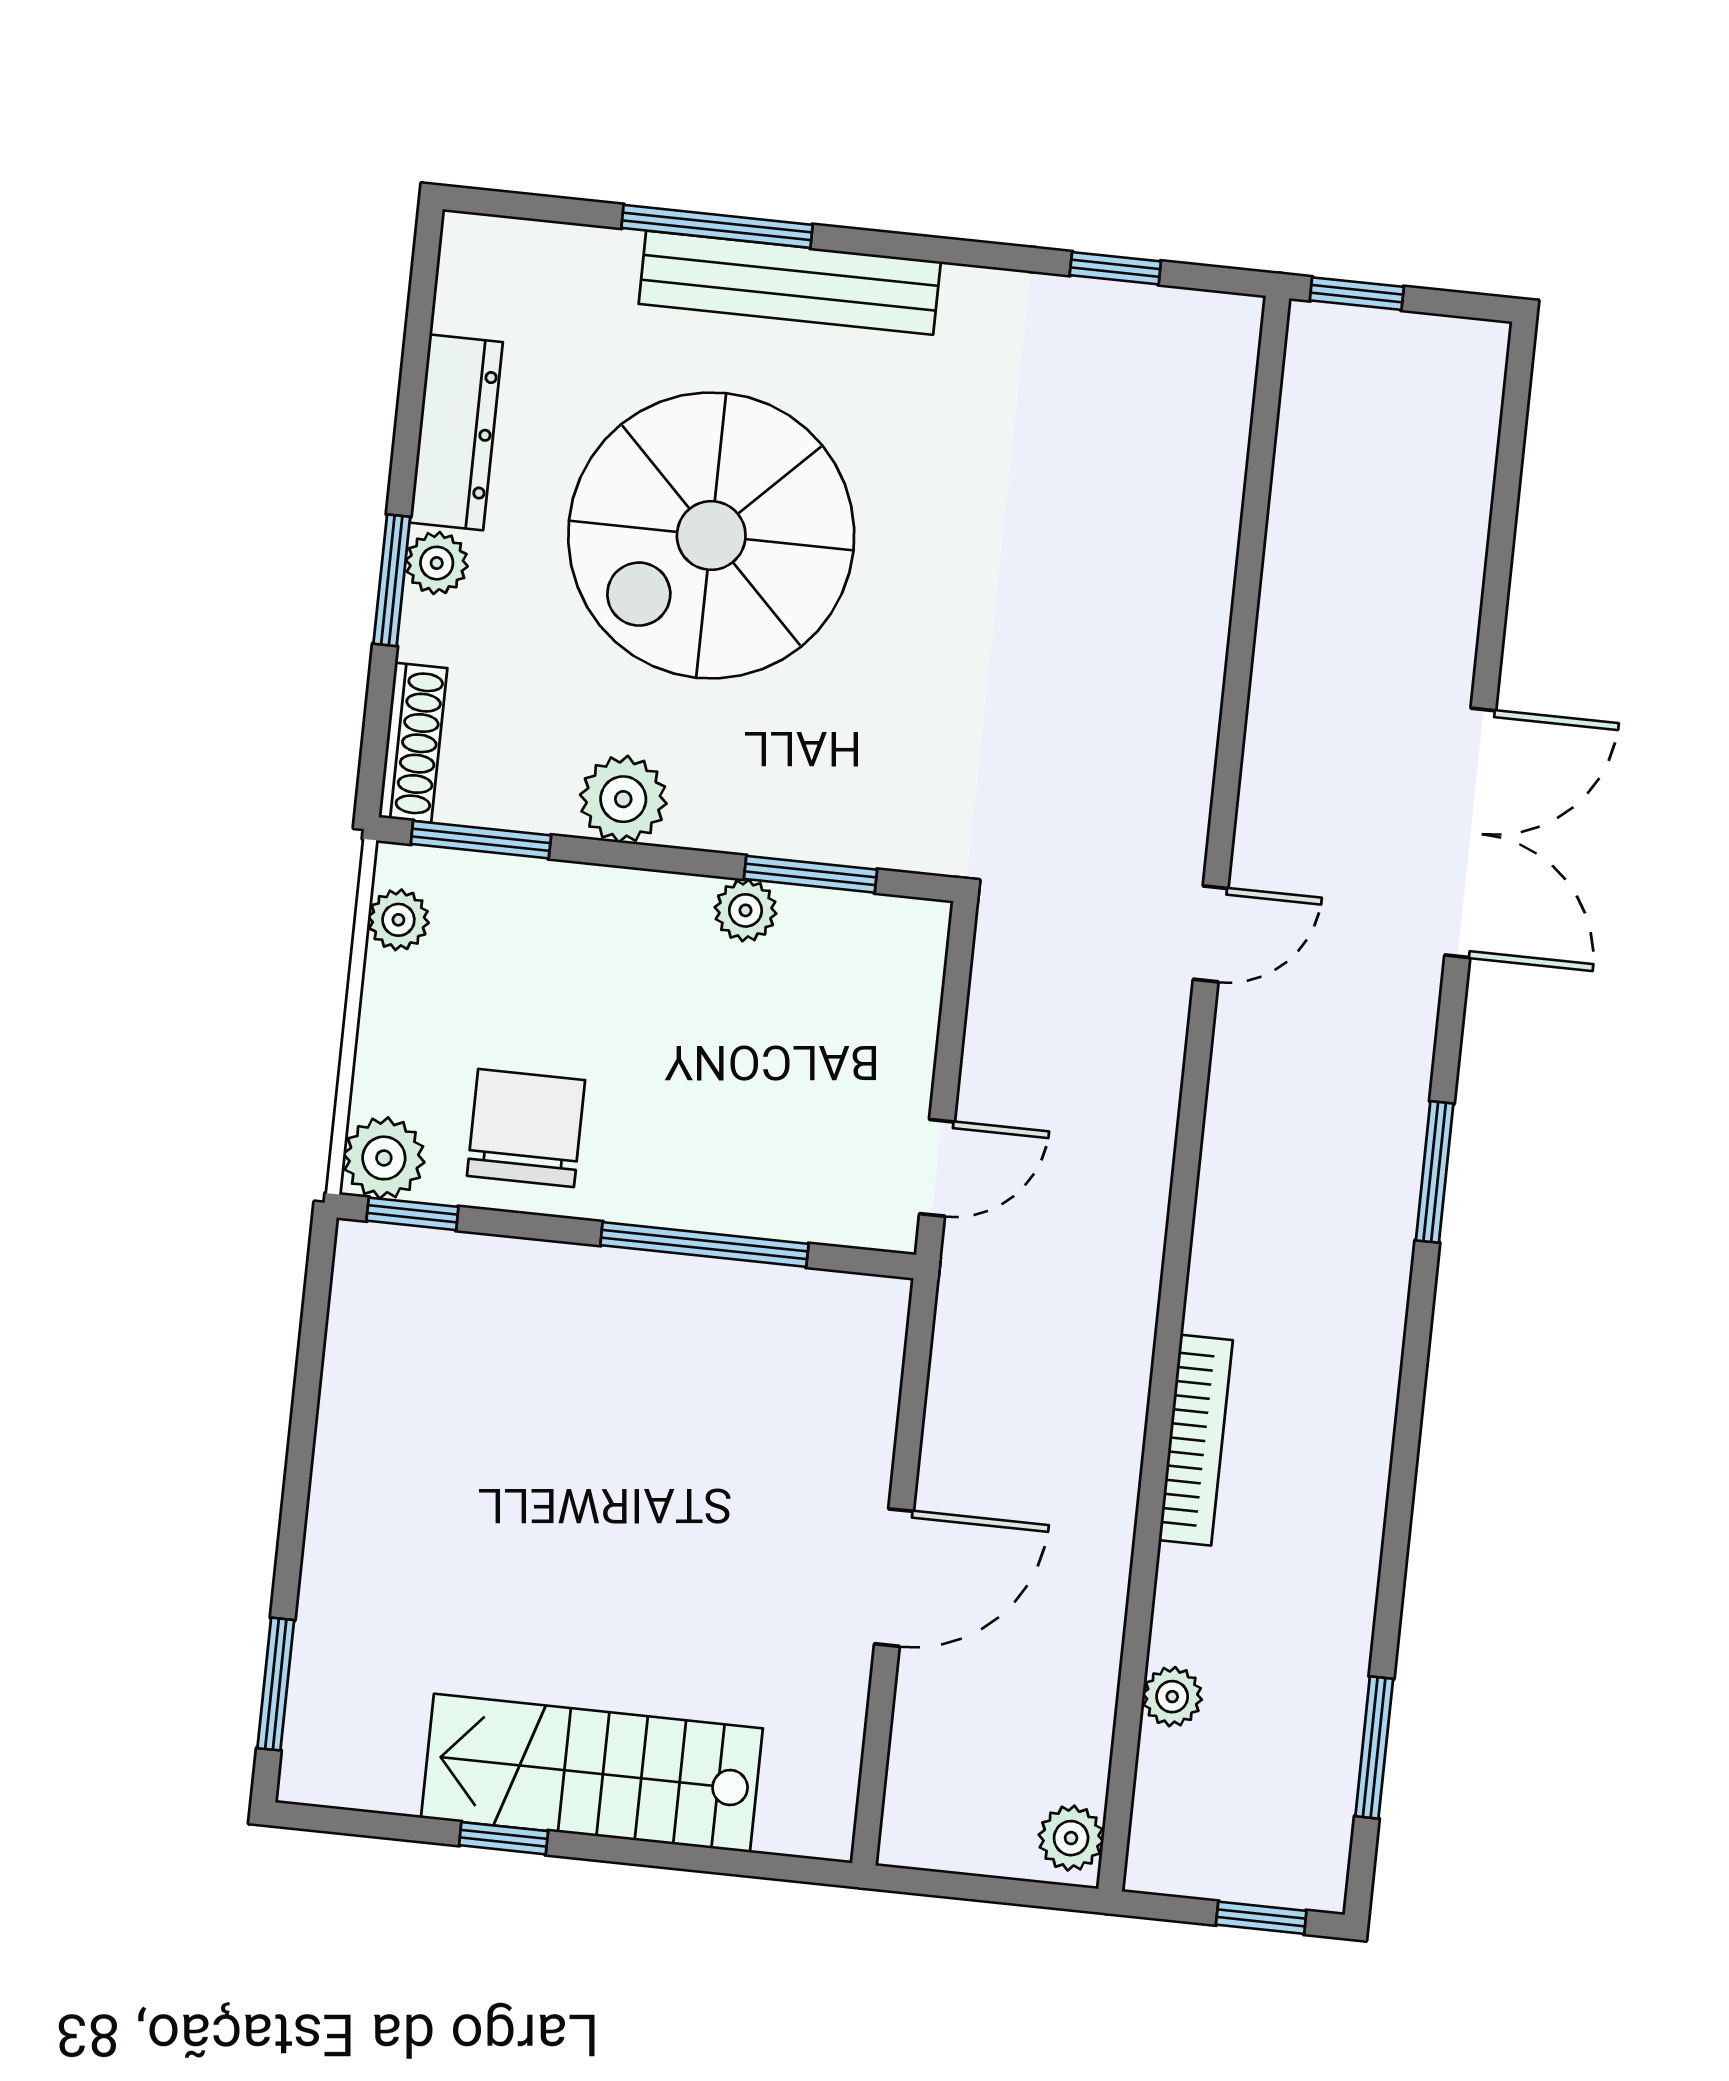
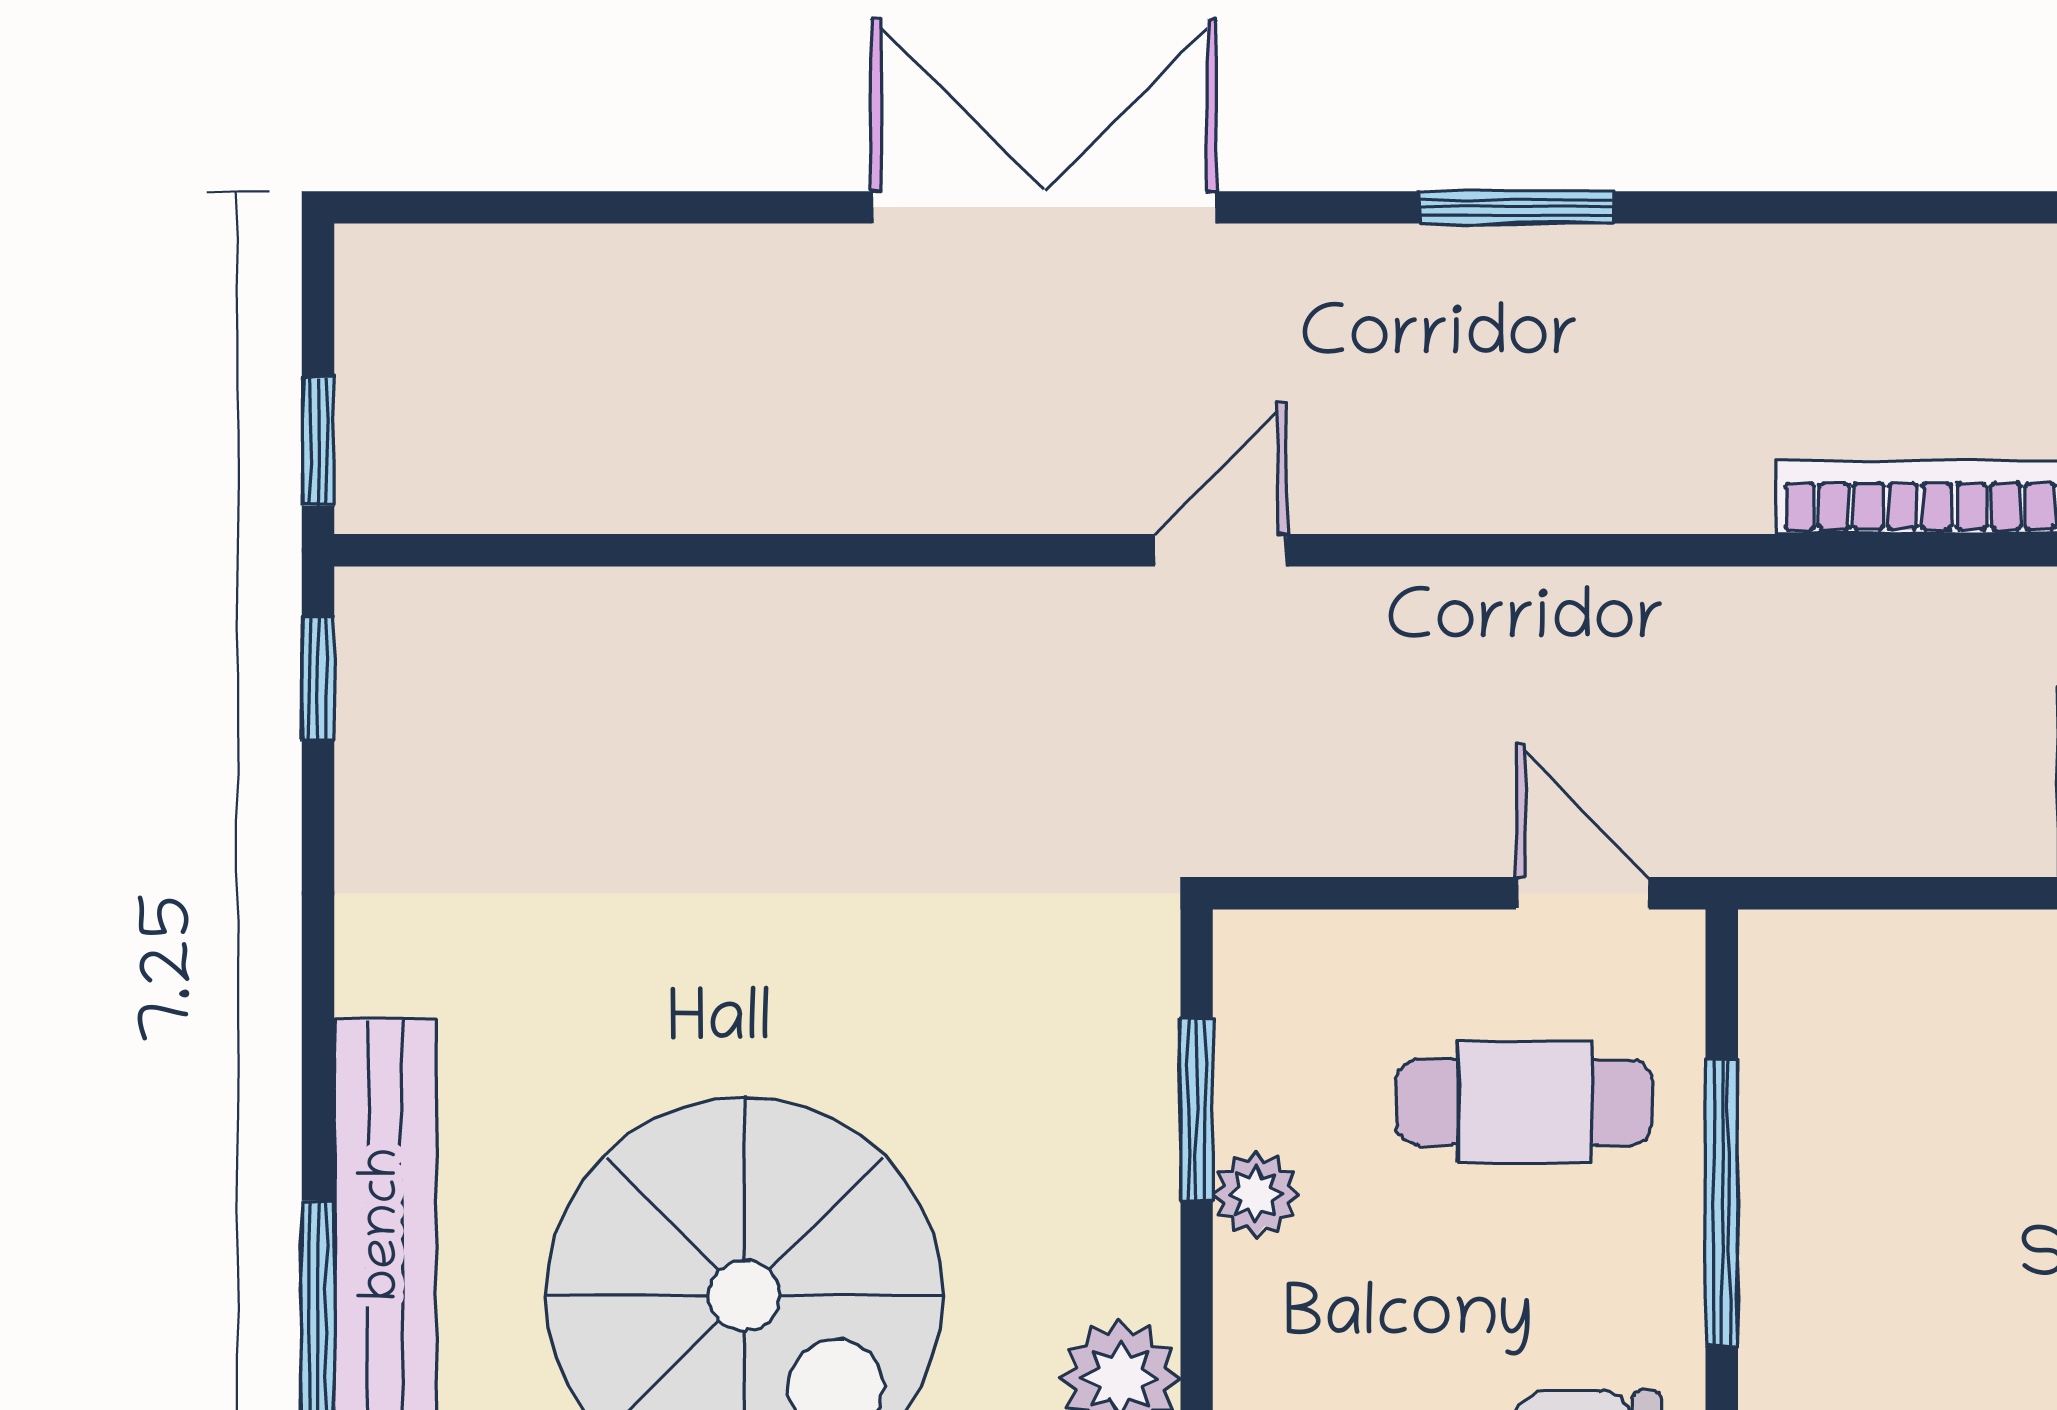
window: (1115, 268) -> (318, 679), moved
door: (1211, 934) -> (1221, 550), hinge flipped
cafe table: (791, 1110) -> (1524, 1102), added

